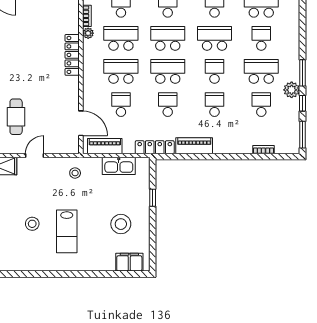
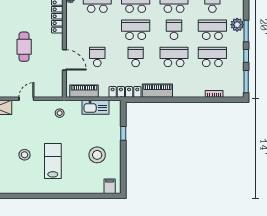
school desk: (121, 71) -> (97, 30), removed
plant: (292, 90) -> (237, 25), moved
school desk: (214, 105) -> (174, 57), width x1.85
school desk: (261, 105) -> (212, 57), width x1.85
cafe table: (16, 117) -> (24, 47), moved
door: (81, 123) -> (64, 60), moved
lab bench: (67, 231) -> (53, 161), turned 180
filing cabinet: (129, 262) -> (110, 186), width x0.50

